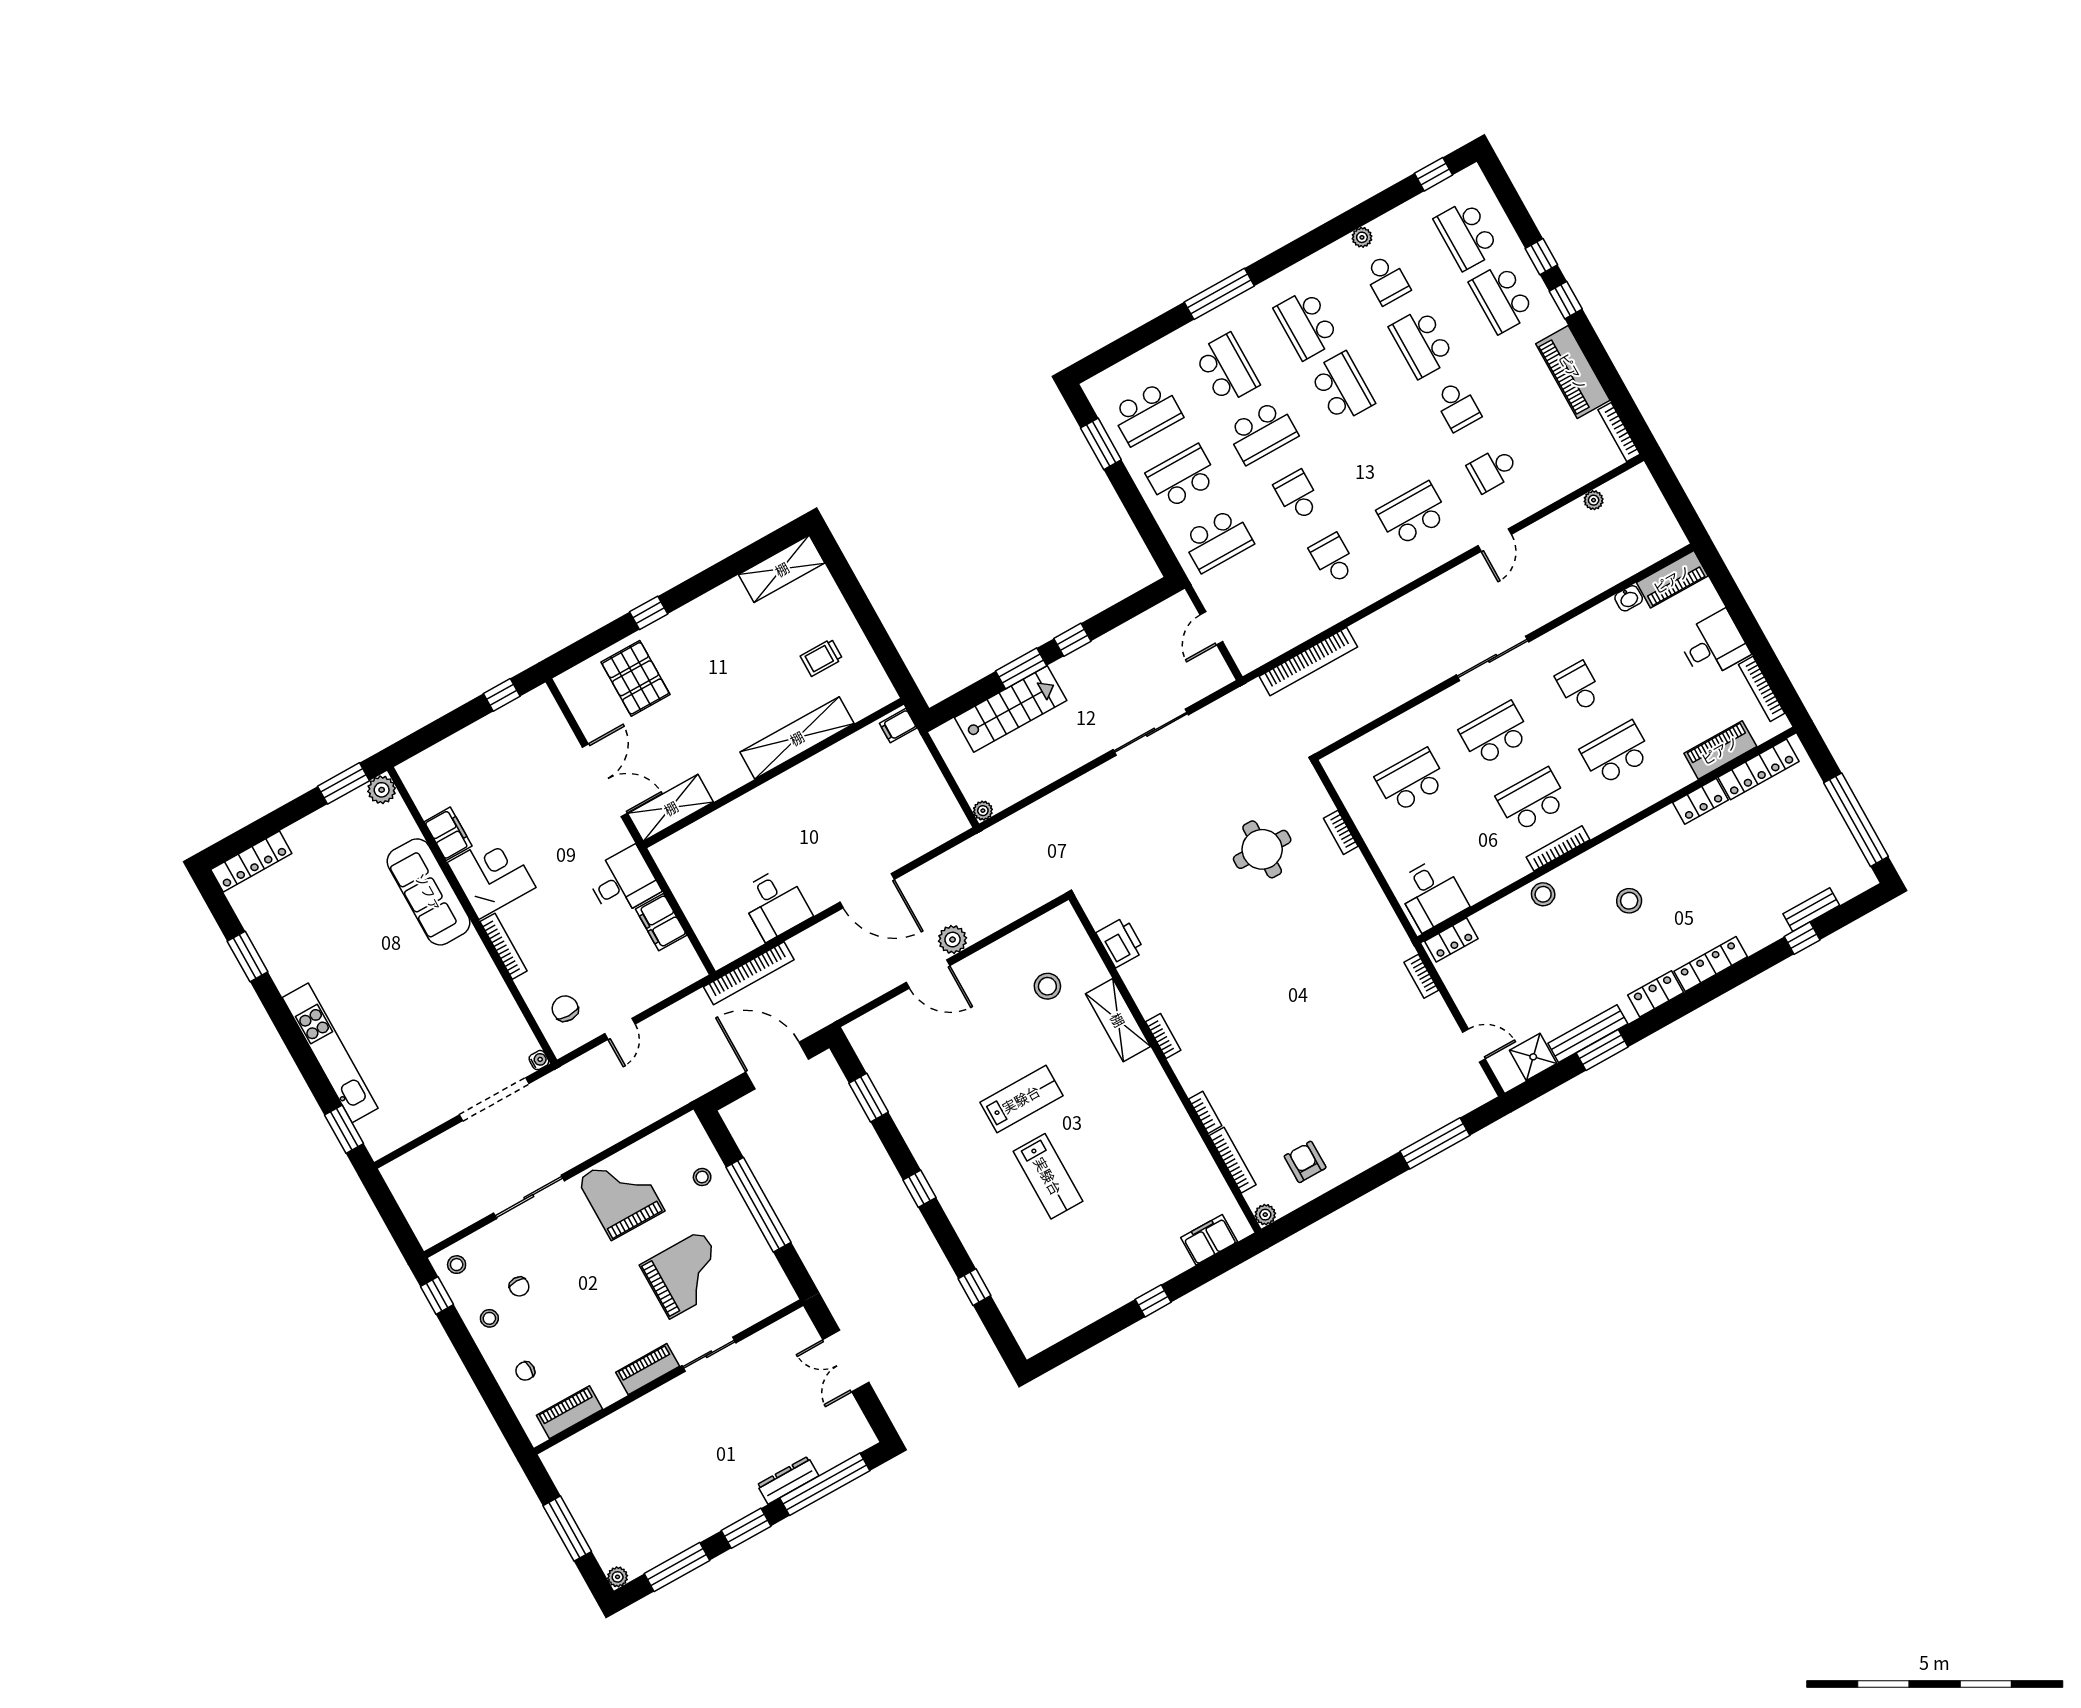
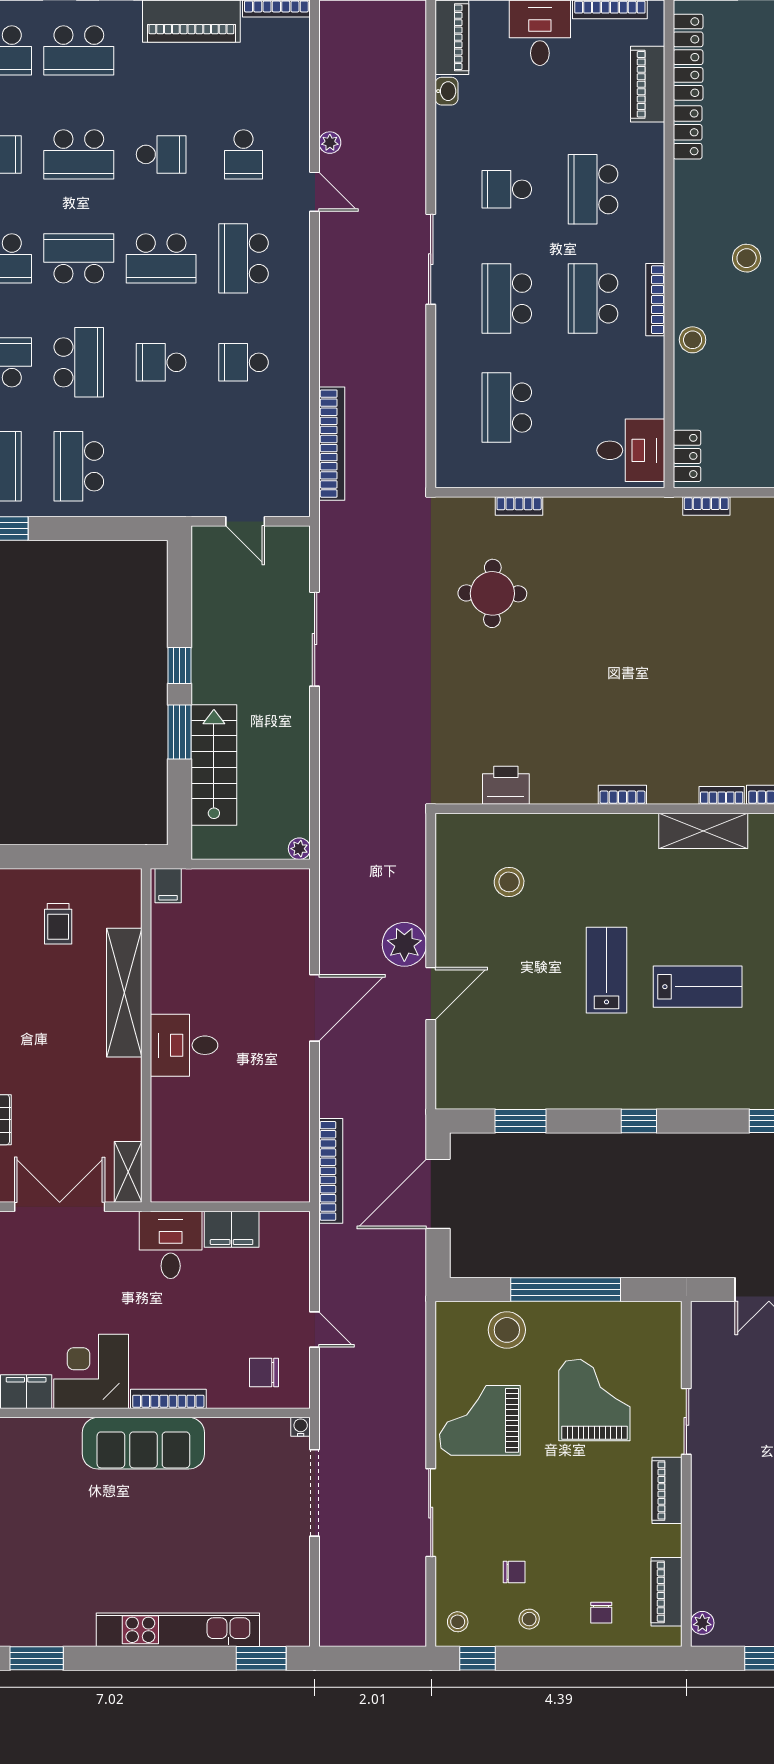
plant: (1594, 500) -> (330, 143), moved
school desk: (1217, 540) -> (161, 258), moved, turned 90
shelving: (671, 808) -> (128, 1172), width x0.67, depth x0.75
sofa: (429, 892) -> (143, 1443), moved
desk: (775, 904) -> (184, 1045), moved, turned 180
plant: (952, 940) -> (404, 944), width x1.36, depth x1.36
shelving: (1118, 1020) -> (703, 831), moved
stool: (702, 1177) -> (507, 1330), width x1.89, depth x1.89
plant: (561, 1453) -> (702, 1623), added

